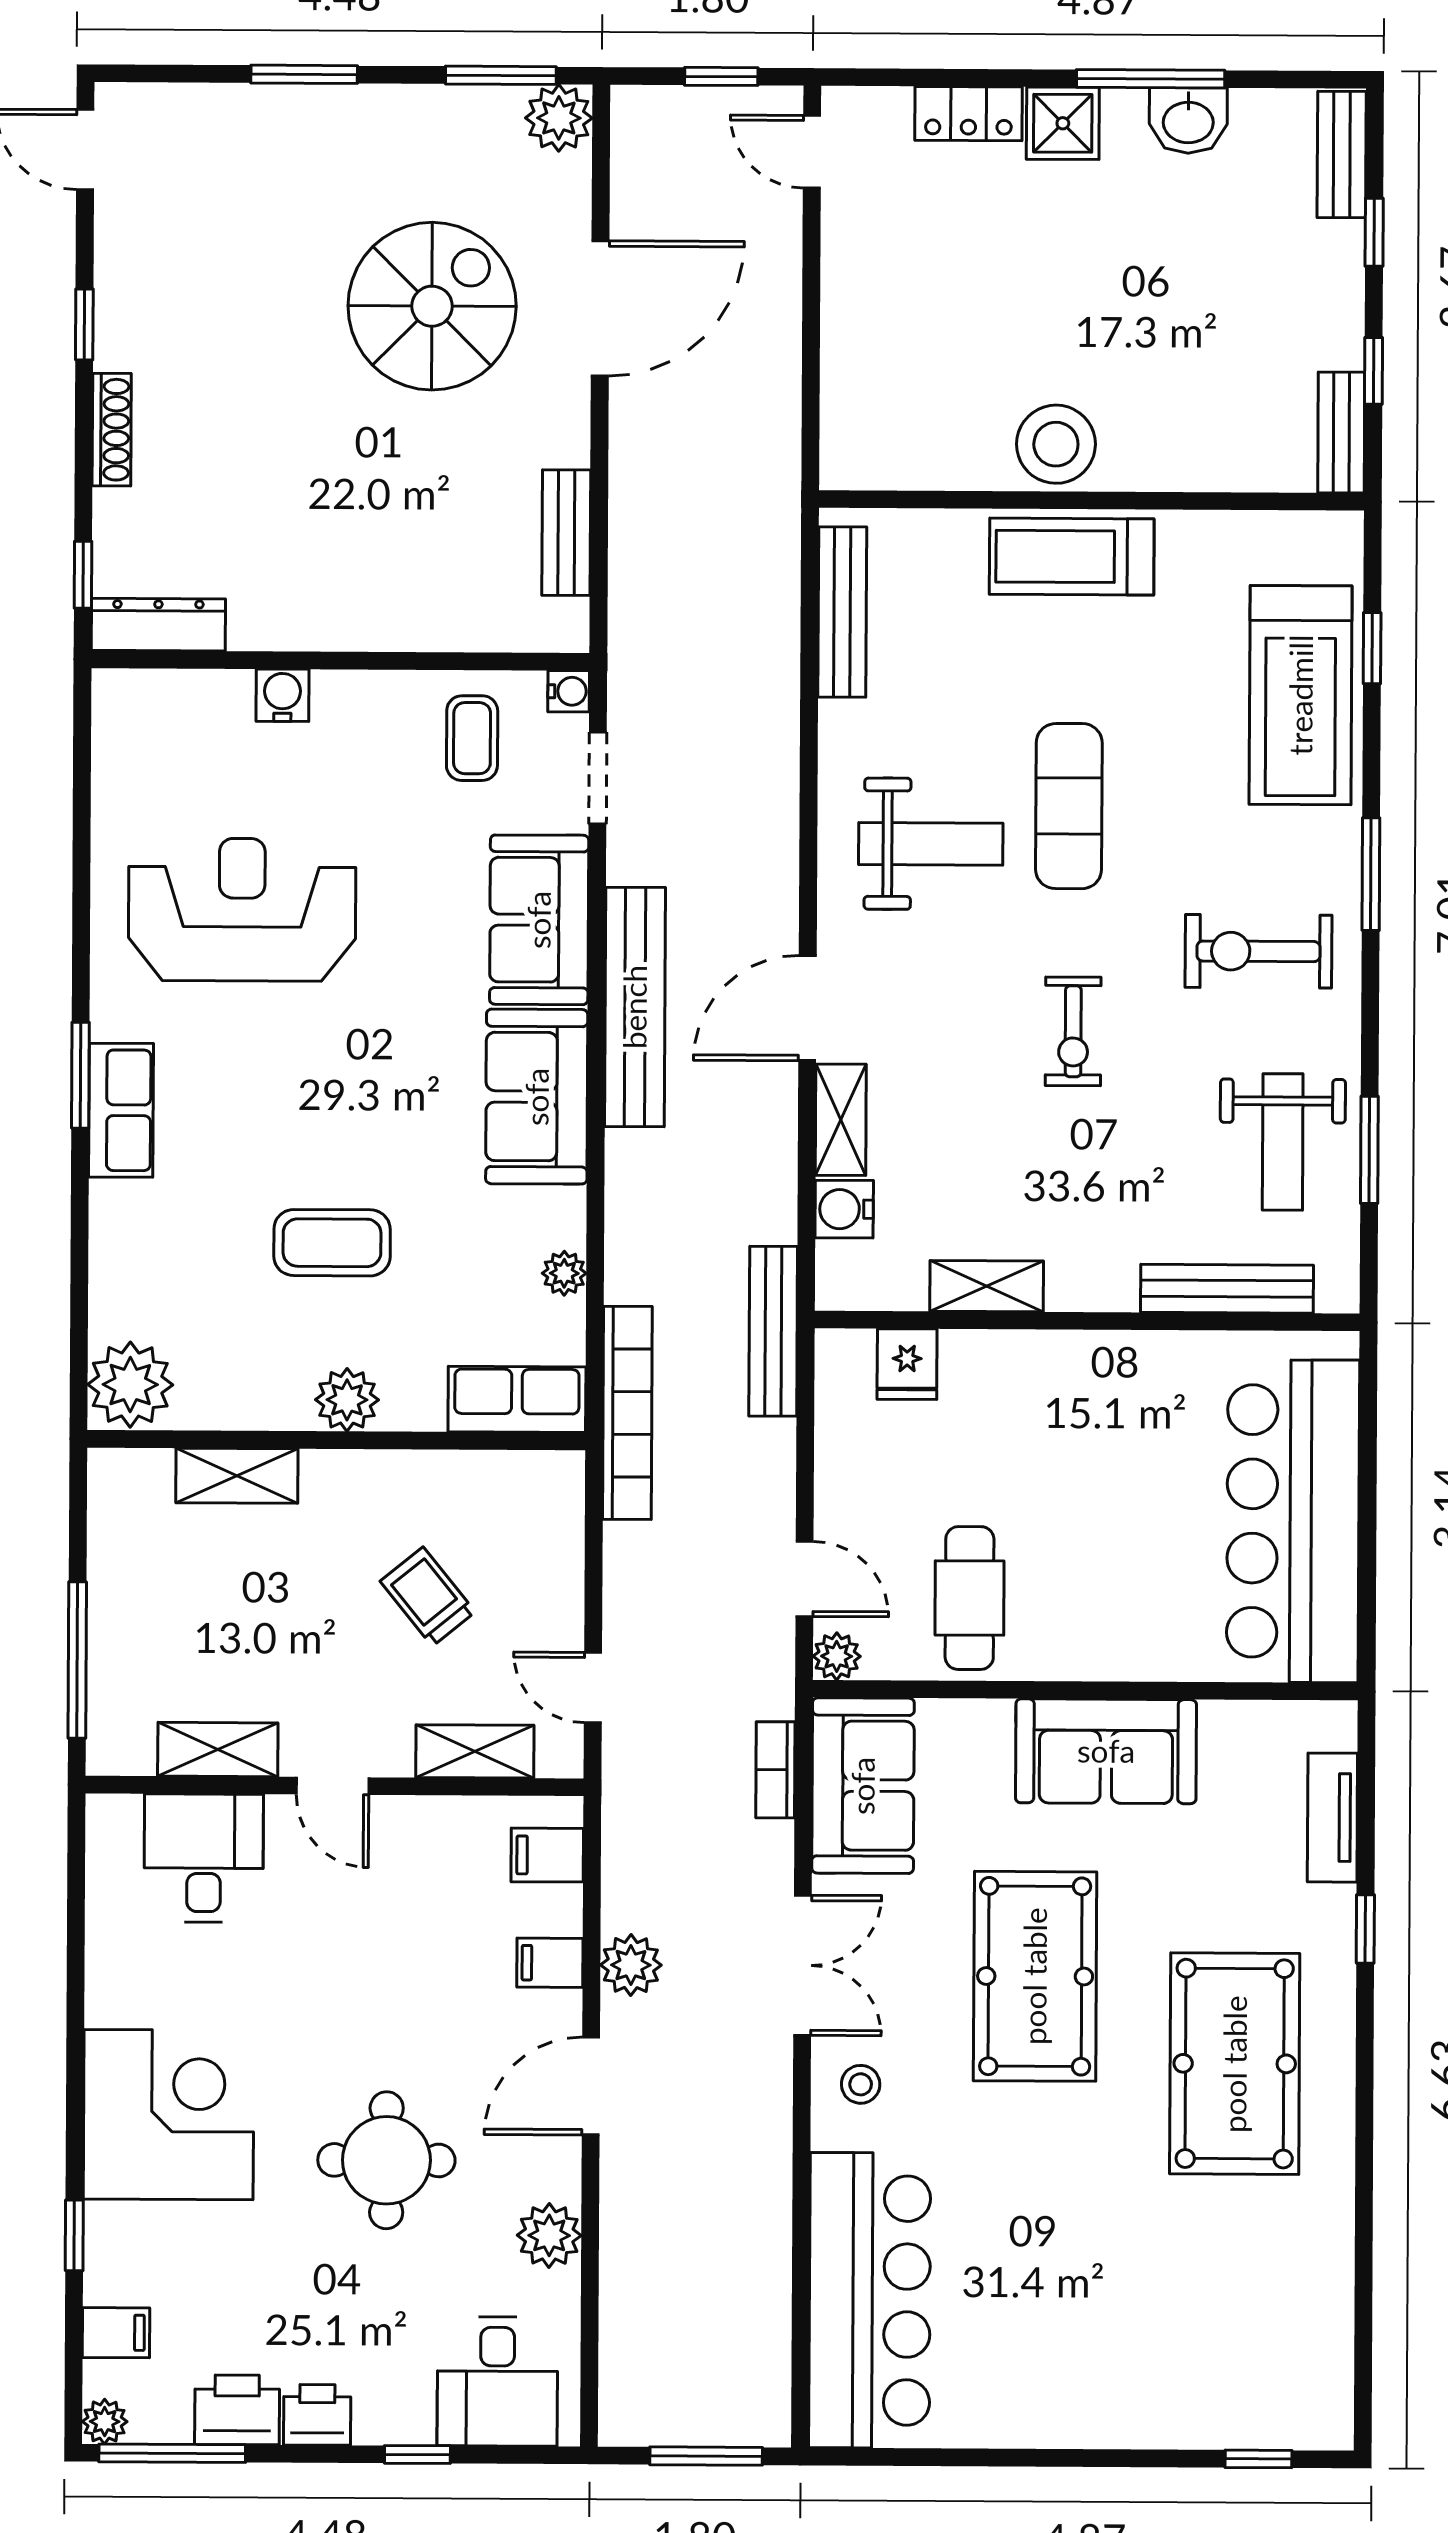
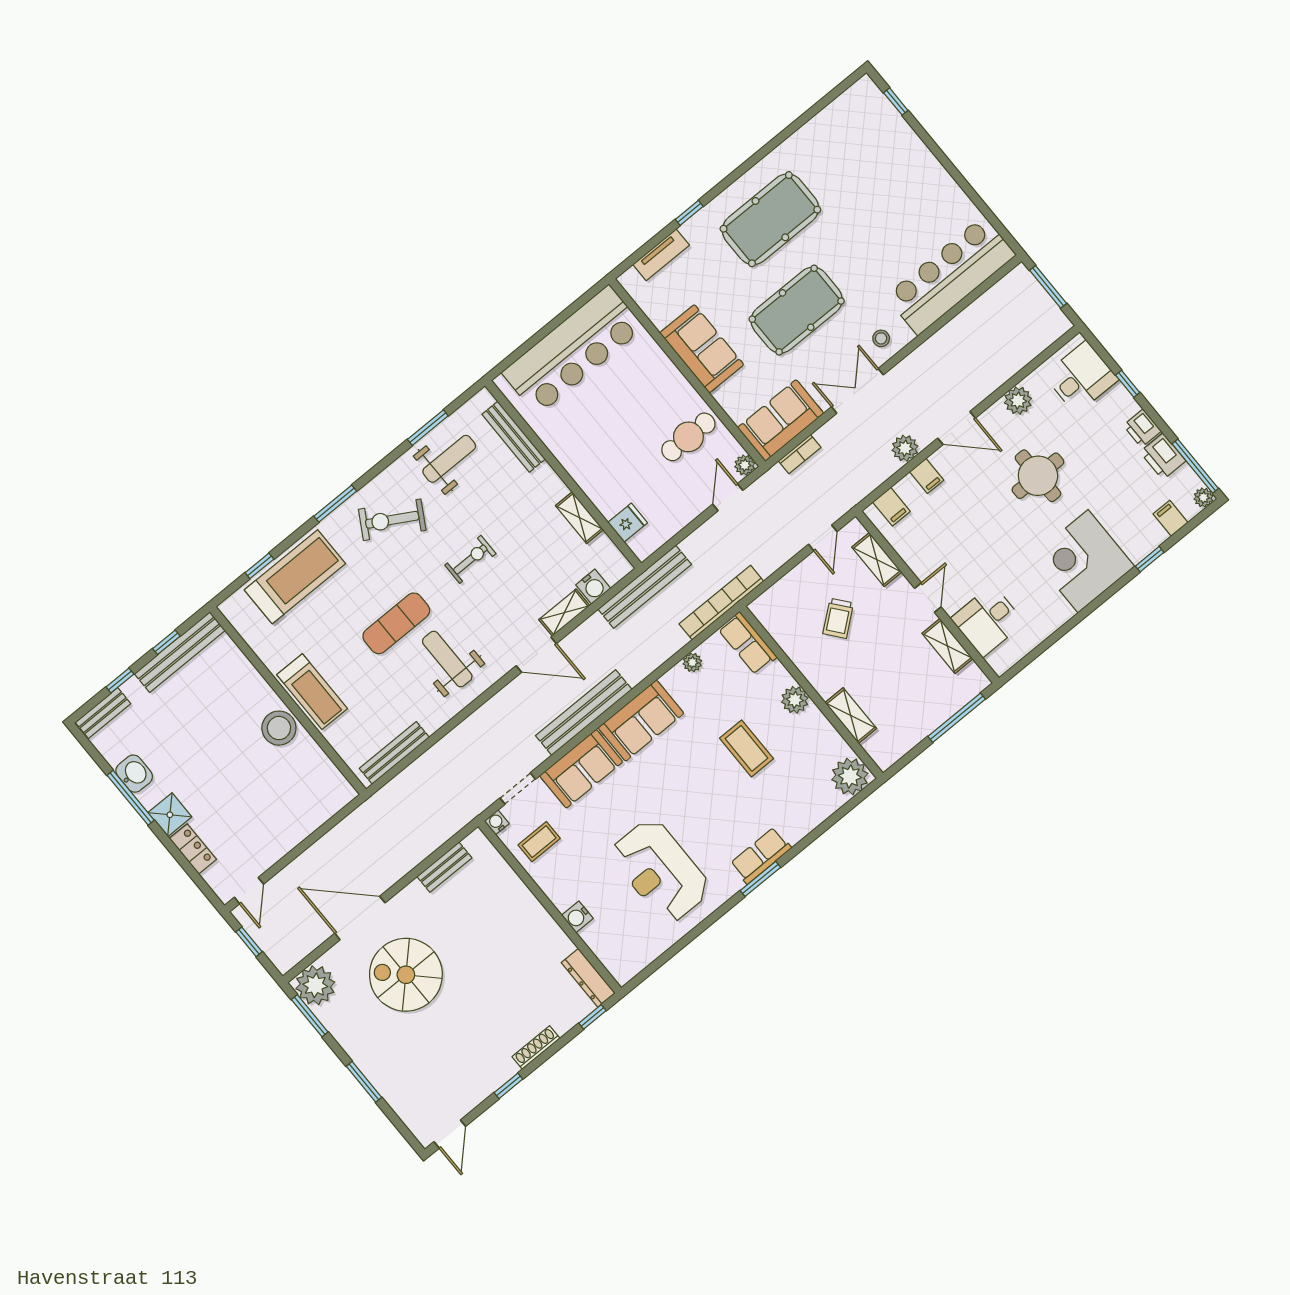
plant: (559, 118) -> (315, 985), width x1.36, depth x1.36
bench: (1341, 432) -> (180, 652), width x1.86, depth x1.21
exercise bike: (1258, 951) -> (392, 520), turned 120
bench: (773, 1331) -> (645, 587), width x1.37, depth x1.21

